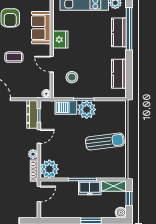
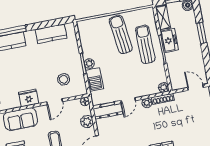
plant: (26, 92) -> (87, 122), added
plant: (87, 110) -> (89, 64), width x0.53, depth x0.53
door: (39, 136) -> (128, 101), swing flipped
sun lounger: (91, 164) -> (145, 44), added
plant: (49, 169) -> (164, 87), width x0.53, depth x0.53
door: (39, 194) -> (195, 87), moved

